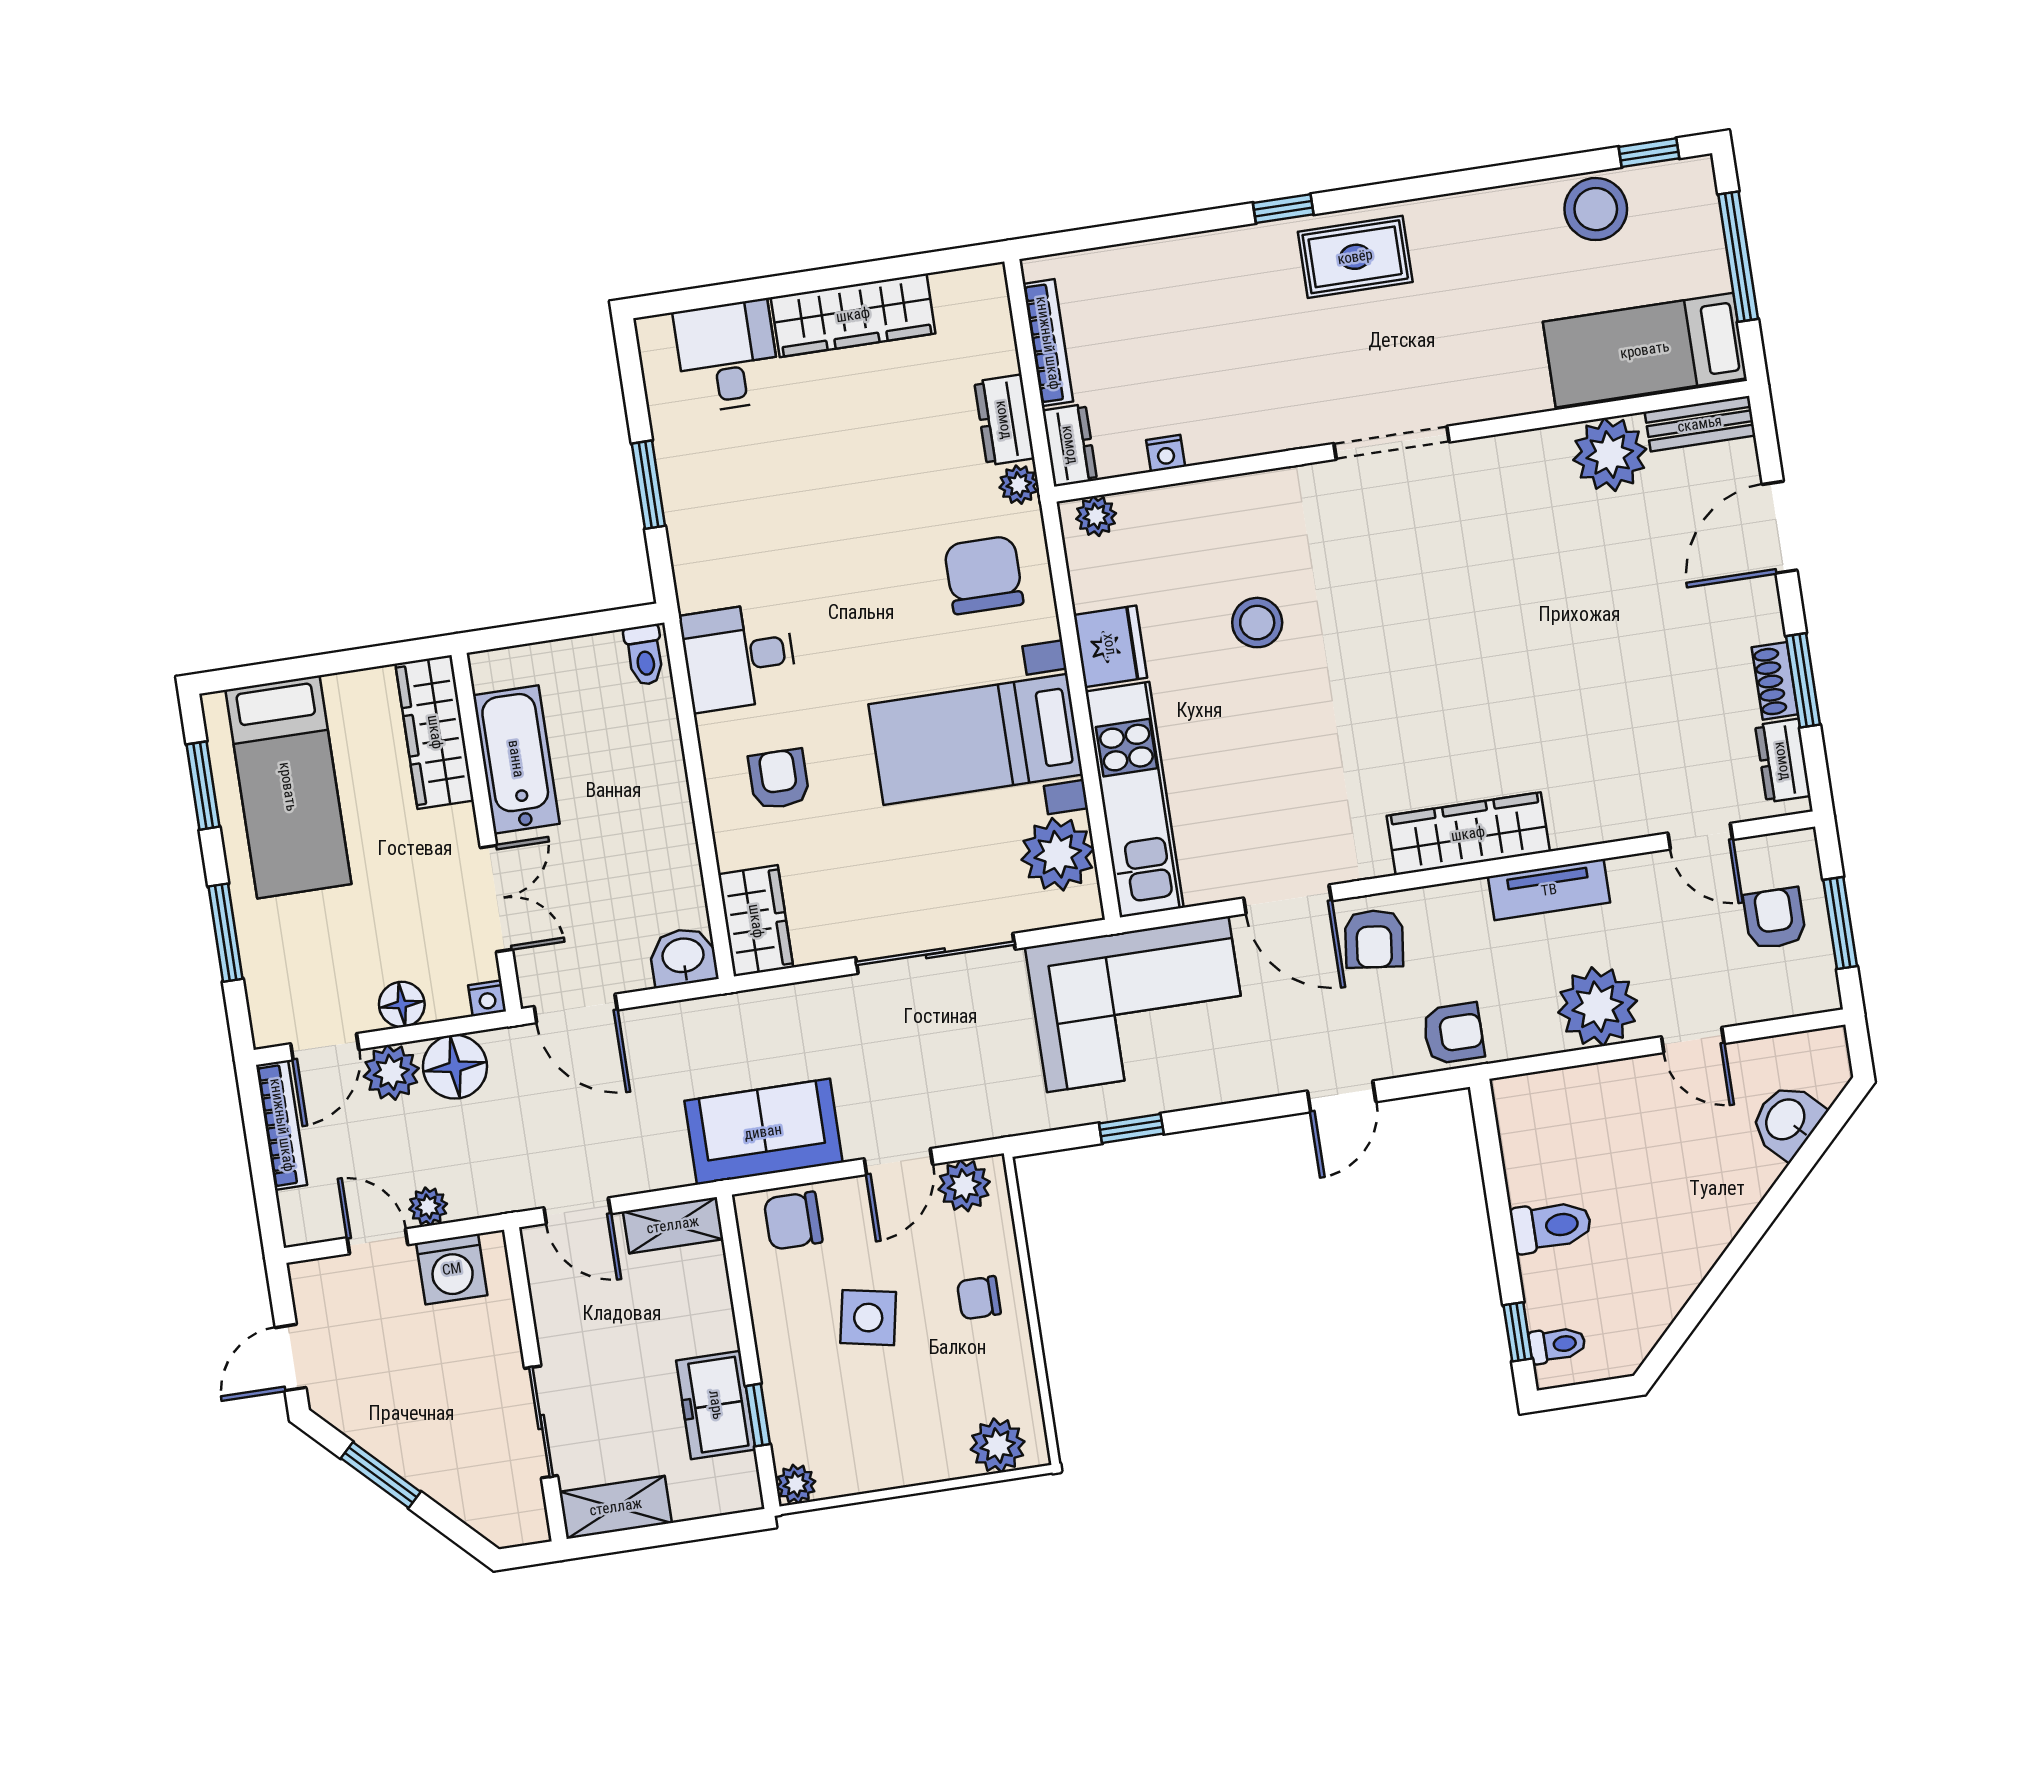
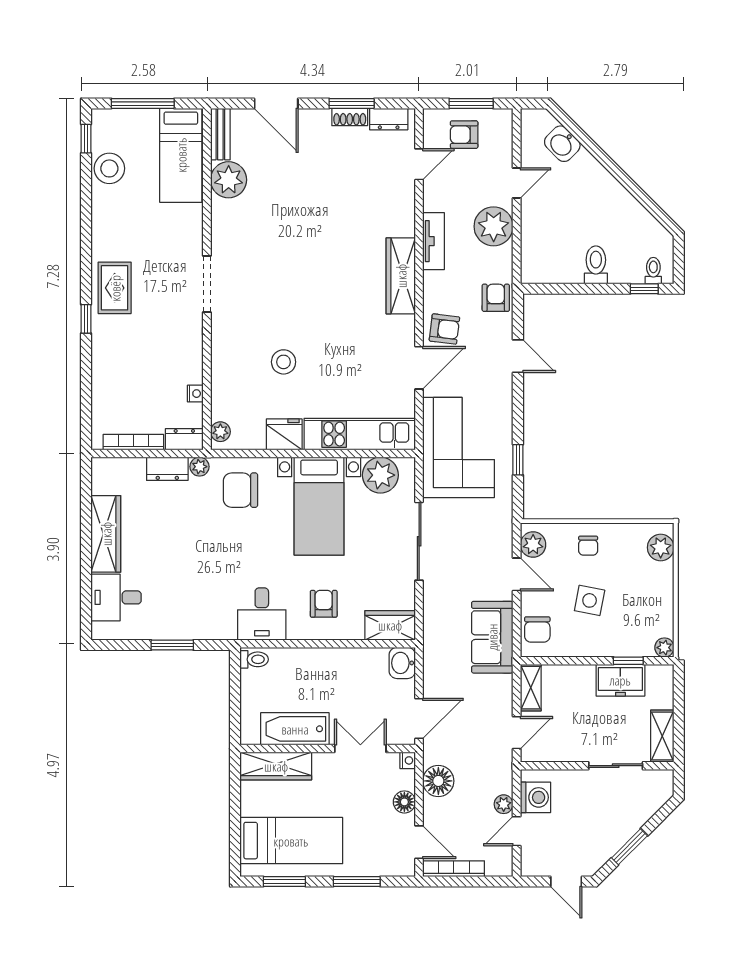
armchair: (779, 779) -> (324, 604), turned 90
plant: (391, 1072) -> (436, 812), removed

